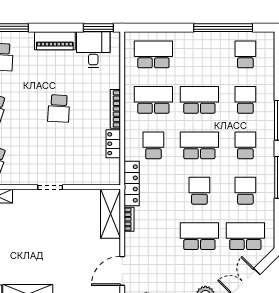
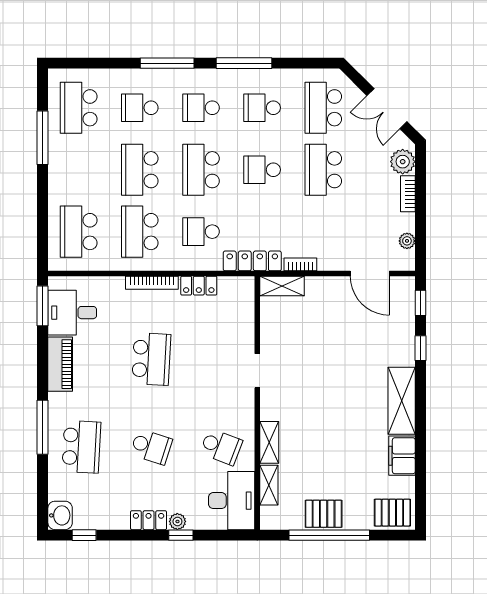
window: (223, 28) -> (43, 138), width x0.68
school desk: (245, 54) -> (79, 108), width x1.85
school desk: (59, 108) -> (151, 359), width x1.85
shelving: (111, 214) -> (282, 286), width x0.67, depth x0.75

